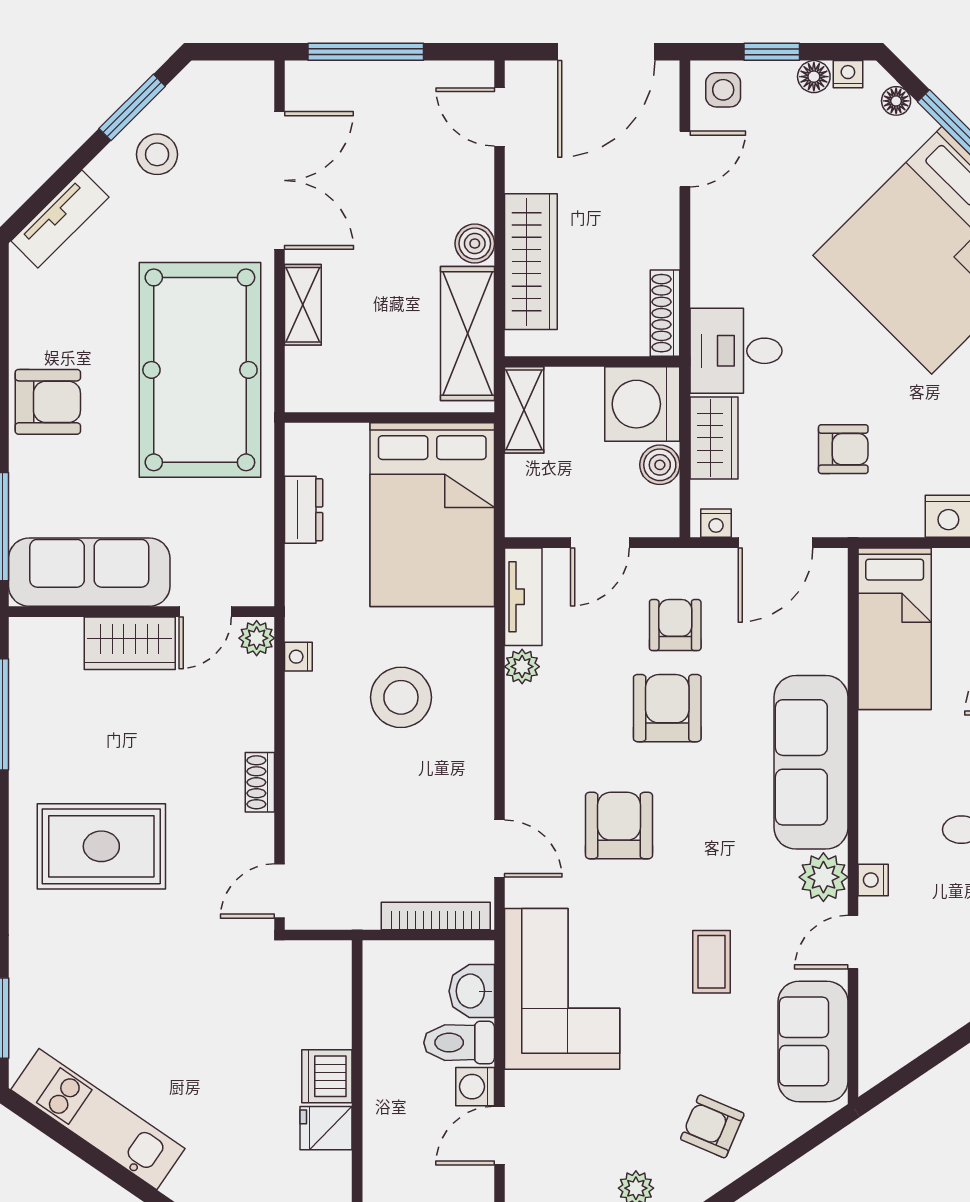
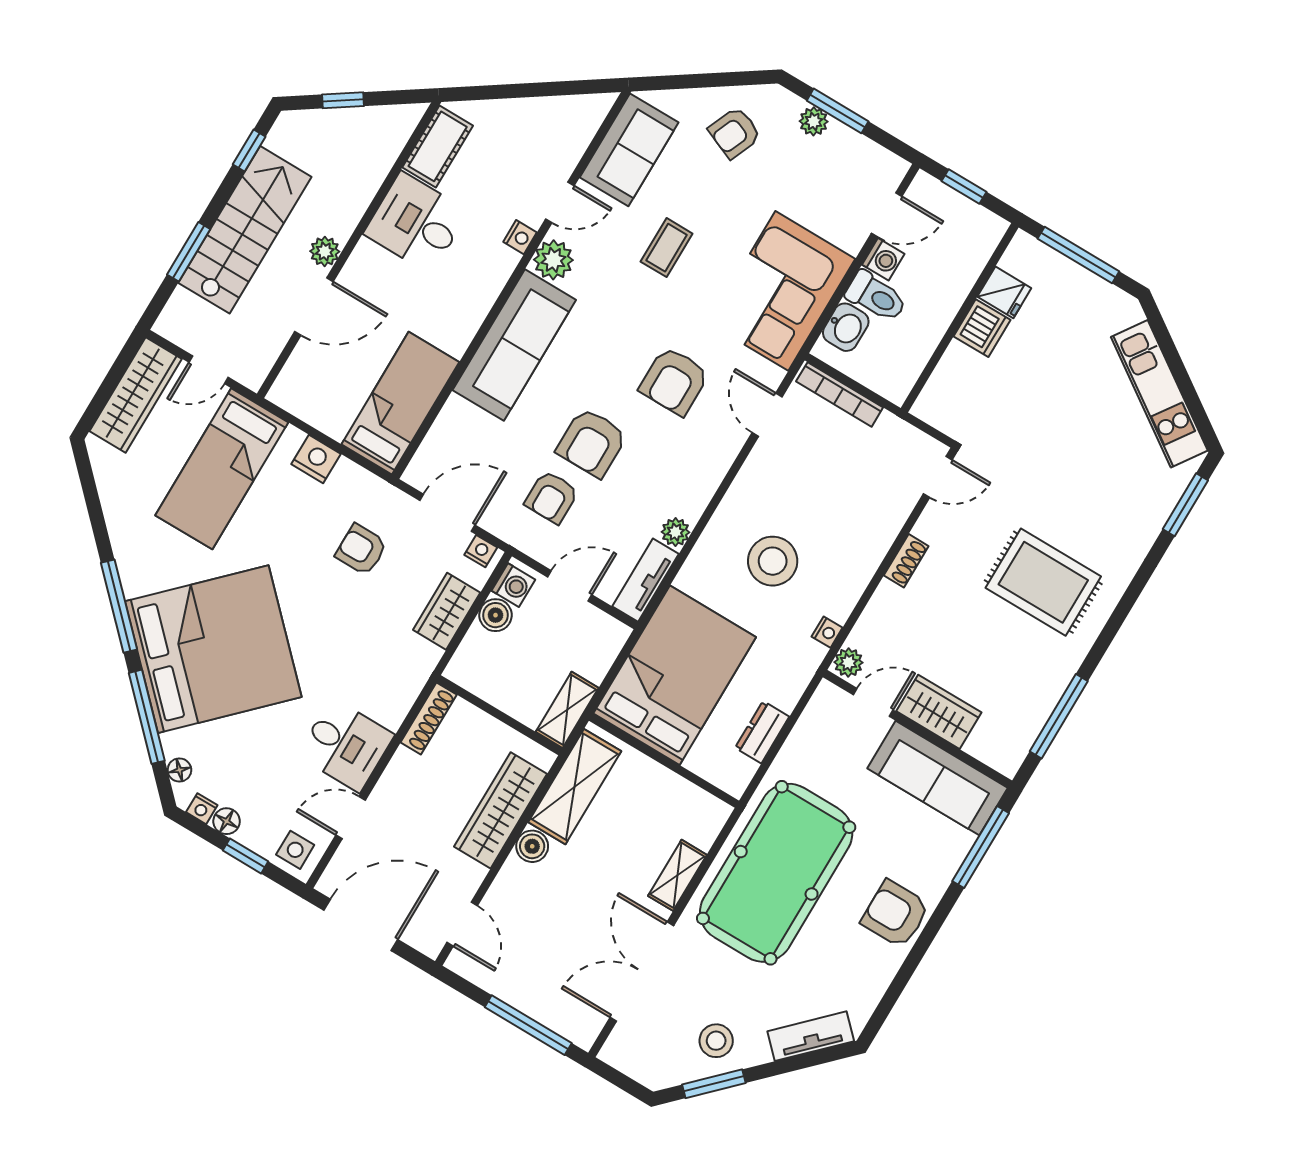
desk: (736, 351) -> (346, 745), moved
washing machine: (642, 404) -> (513, 585), moved, width x0.53, depth x0.53
armchair: (712, 1126) -> (735, 133), turned 90

